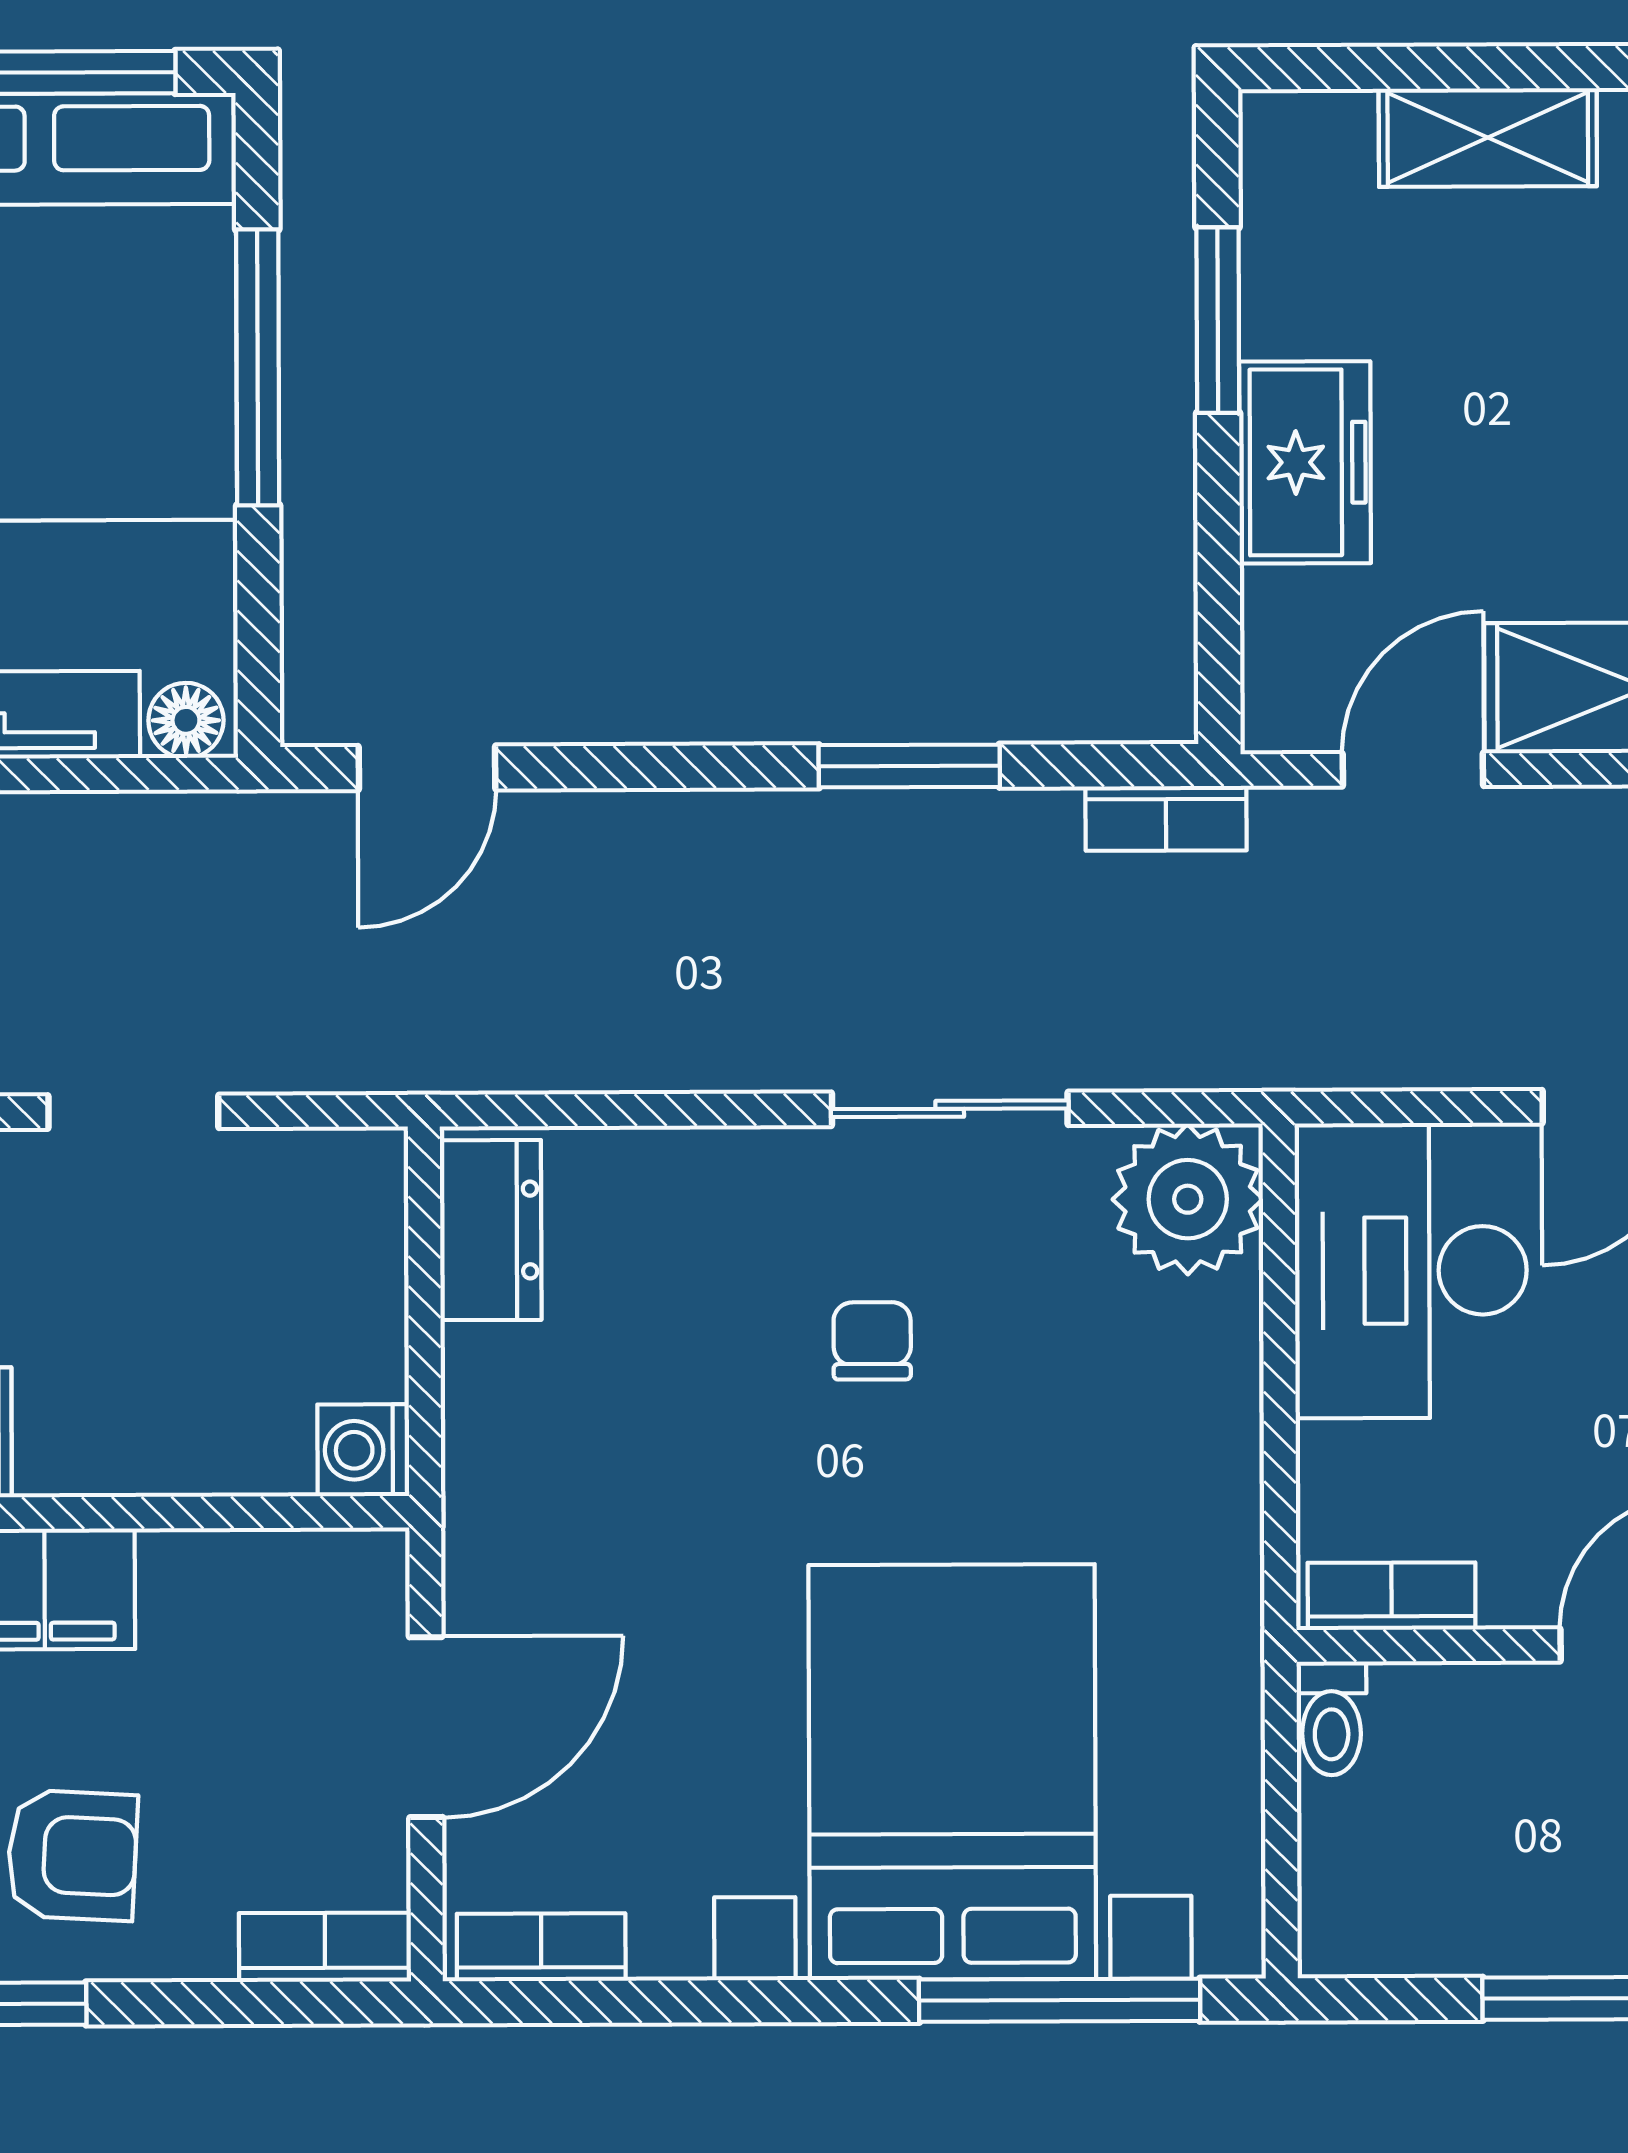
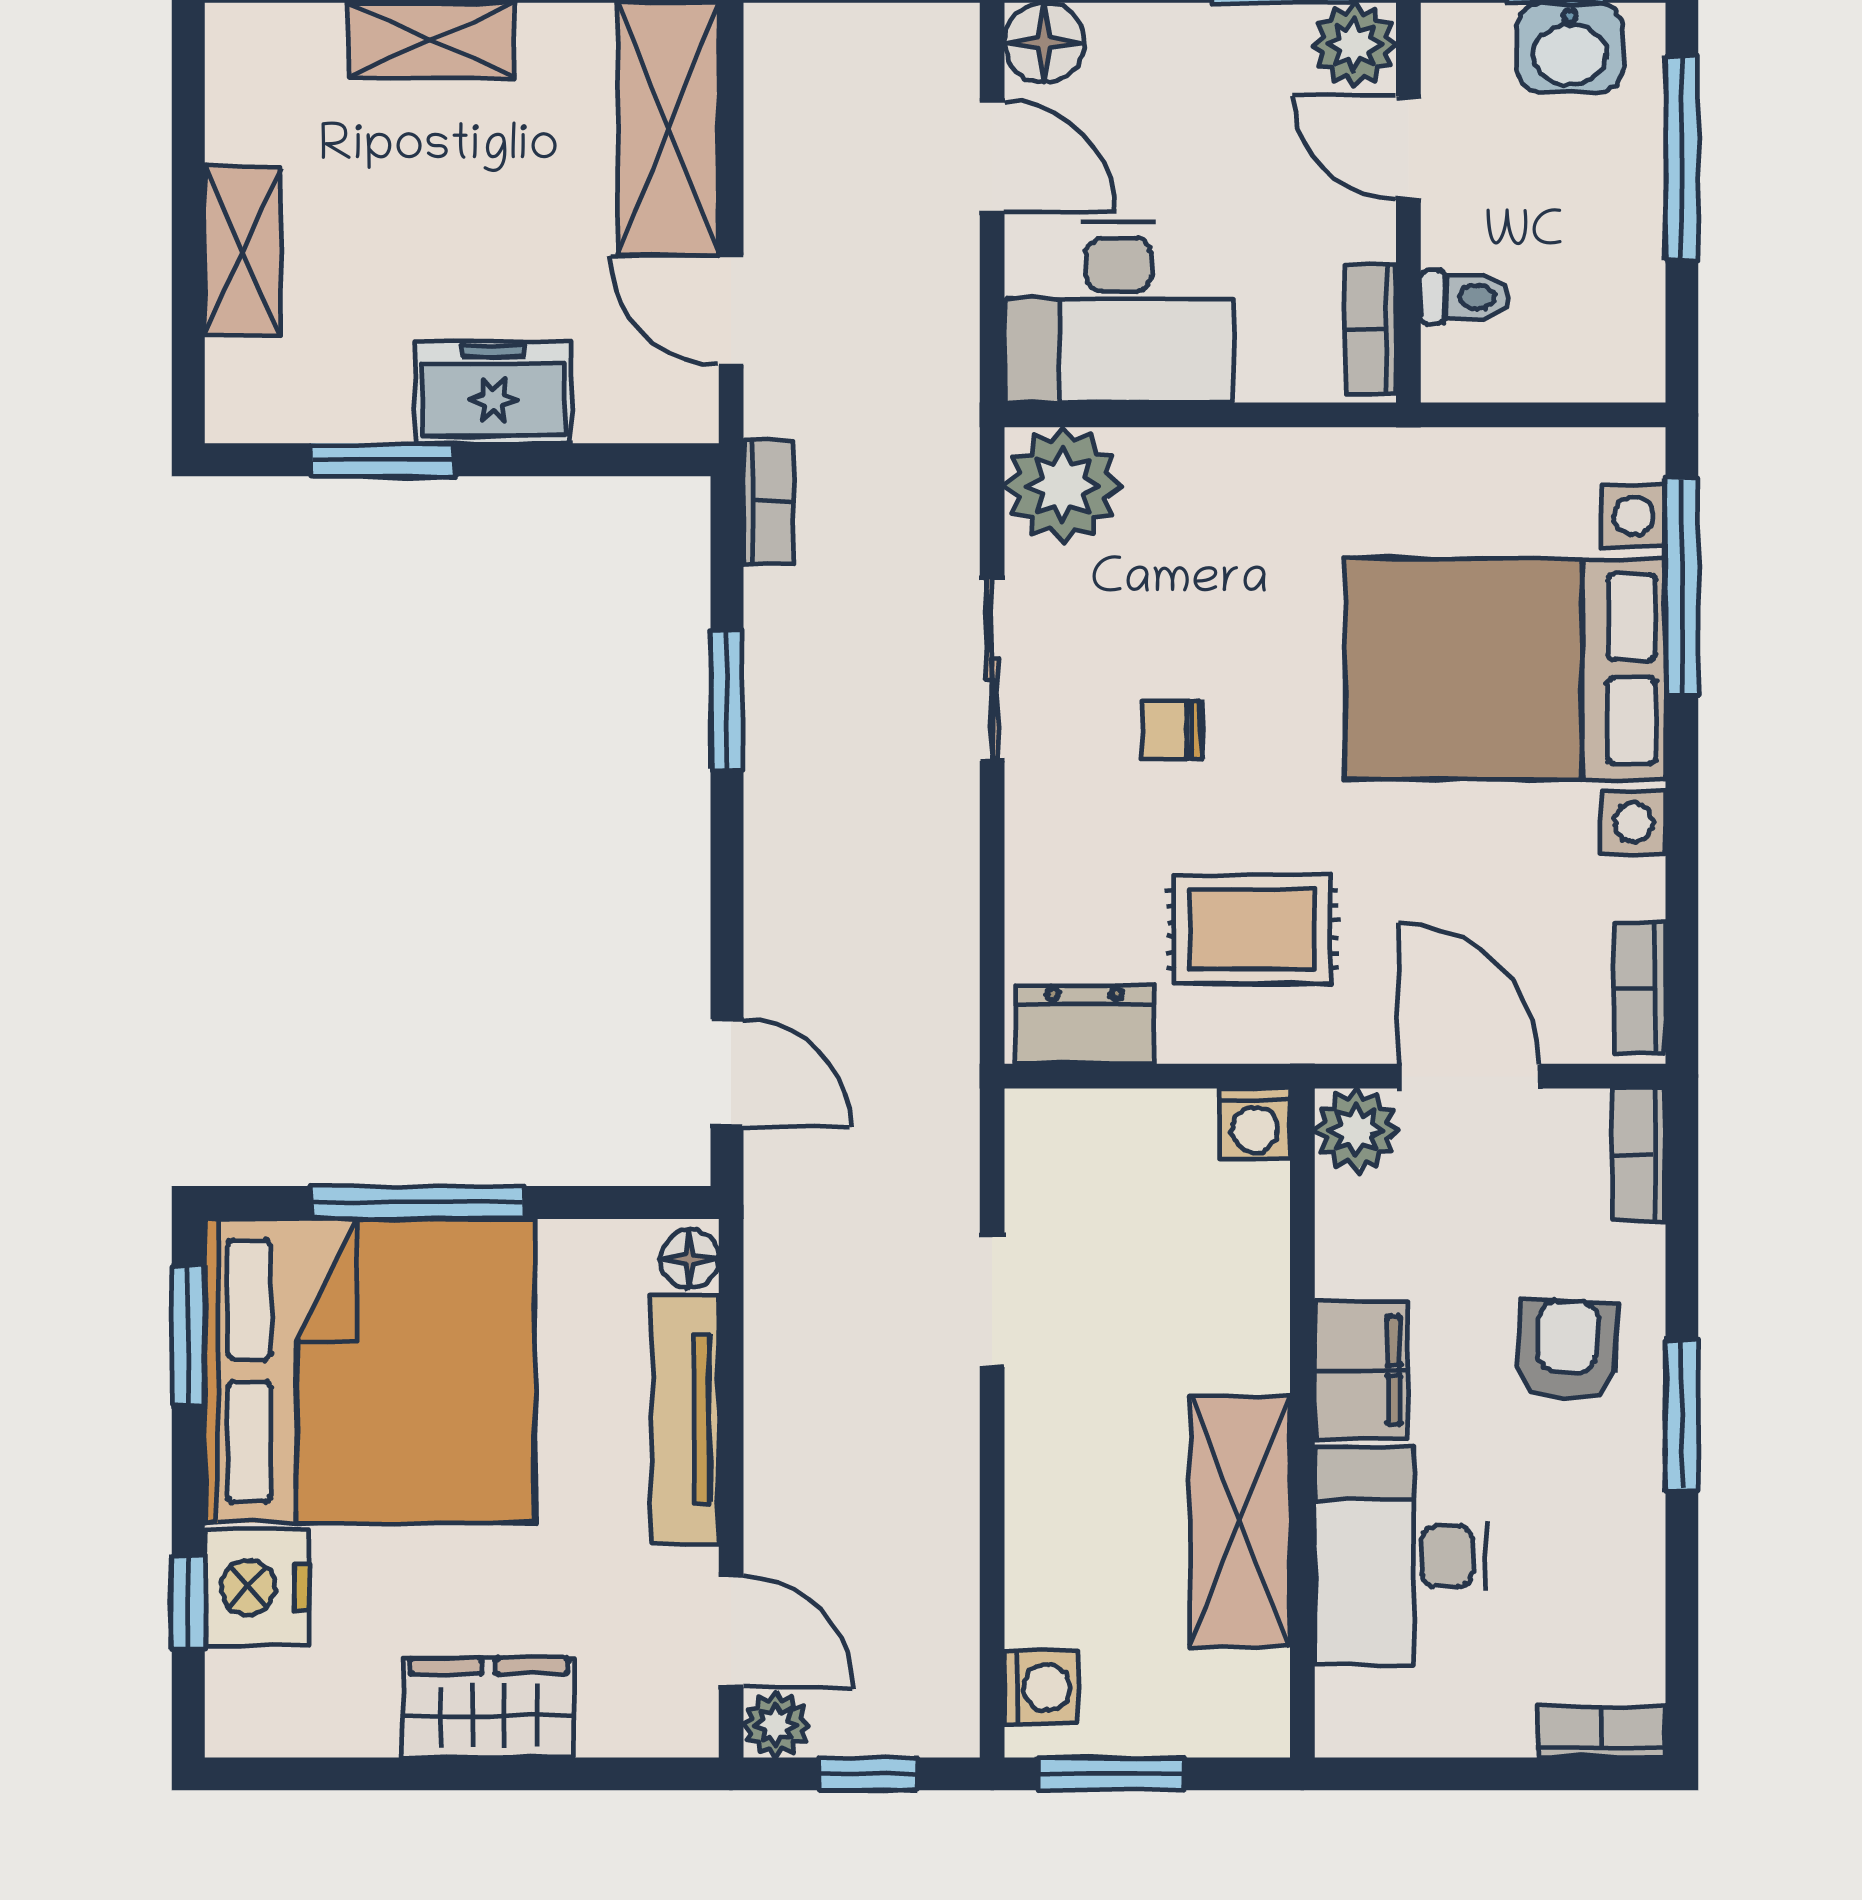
rug: (615, 1446) -> (1252, 929), added
plant: (356, 1582) -> (1356, 1130), added
toilet: (1331, 1718) -> (1465, 297), moved

